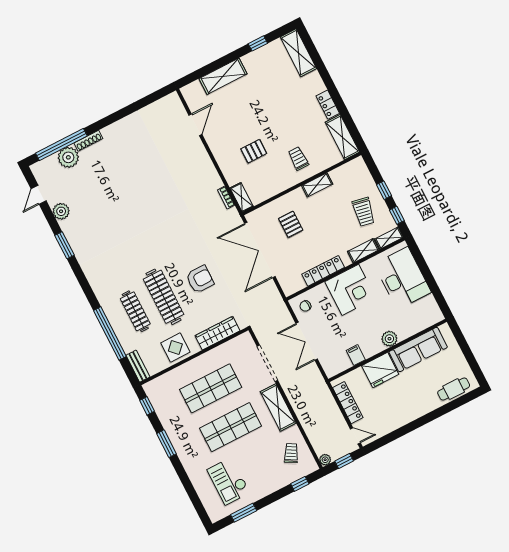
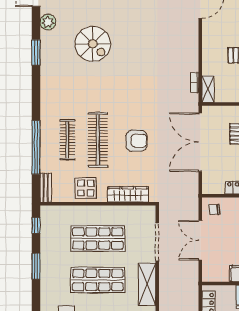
spiral stairs: (113, 210) -> (93, 44), added

